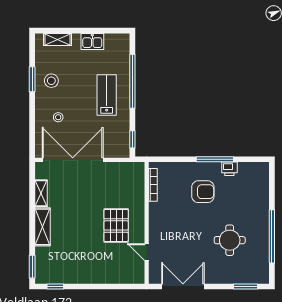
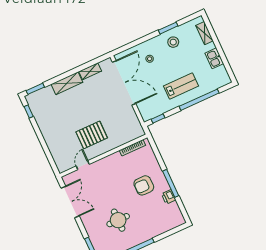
armchair: (203, 192) -> (144, 185), turned 90

